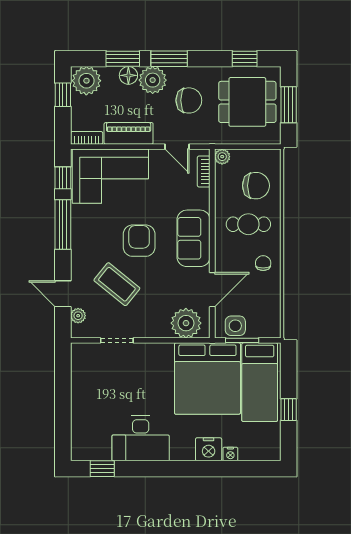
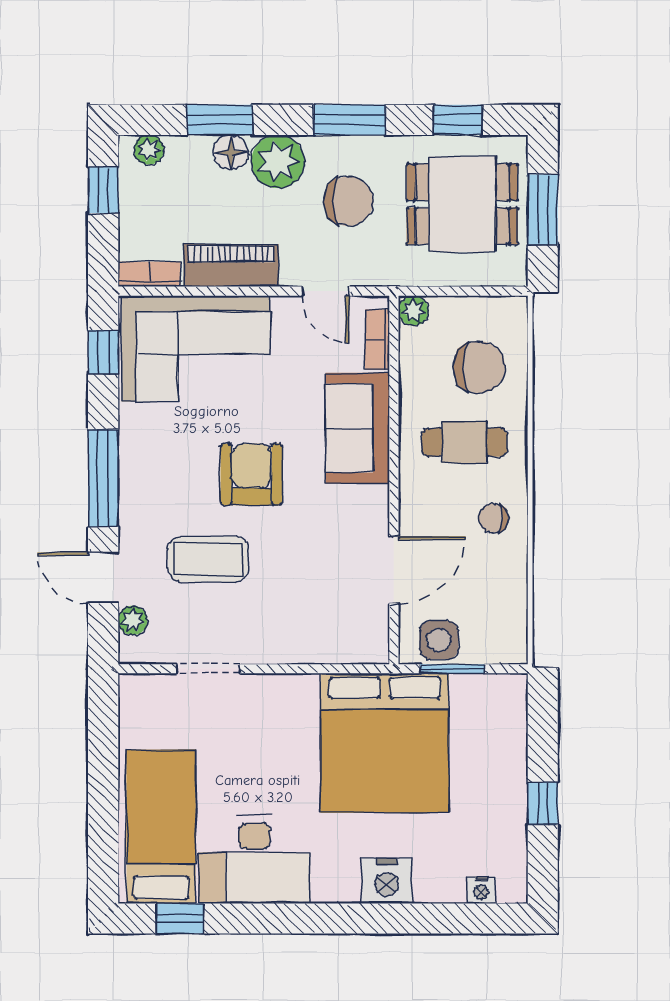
window: (169, 59) -> (350, 120), moved
plant: (86, 81) -> (149, 150), width x0.53, depth x0.53
window: (63, 225) -> (103, 478), moved
sofa: (194, 238) -> (358, 428), moved
chair: (263, 263) -> (493, 518), turned -90
coffee table: (117, 284) -> (208, 559), turned -39
plant: (186, 323) -> (343, 635), removed
bed: (260, 382) -> (161, 827), moved, turned 180
nightstand: (230, 454) -> (481, 890), moved

